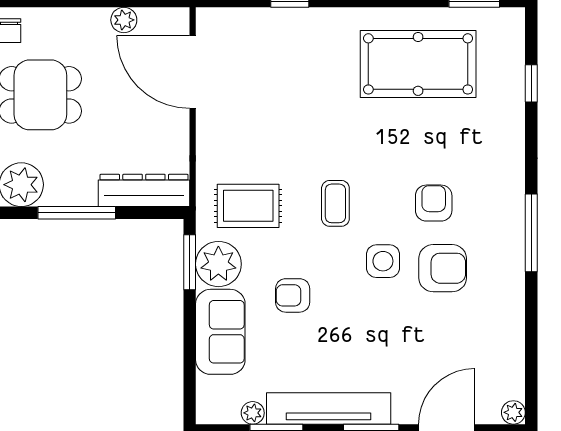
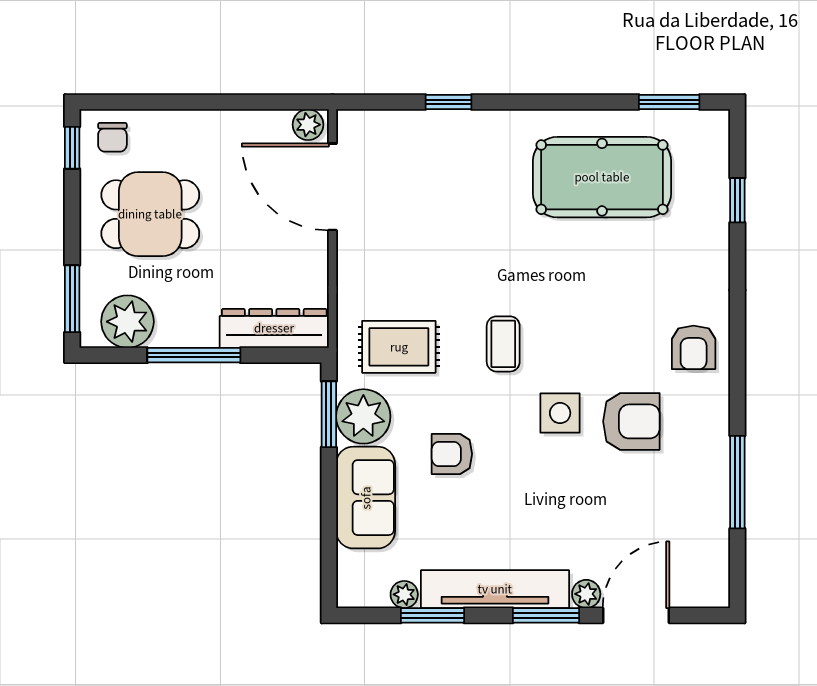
plant: (124, 20) -> (308, 125), moved
armchair: (434, 203) -> (694, 347), moved, turned 180
window: (531, 233) -> (737, 482), moved
plant: (513, 412) -> (586, 594), moved

